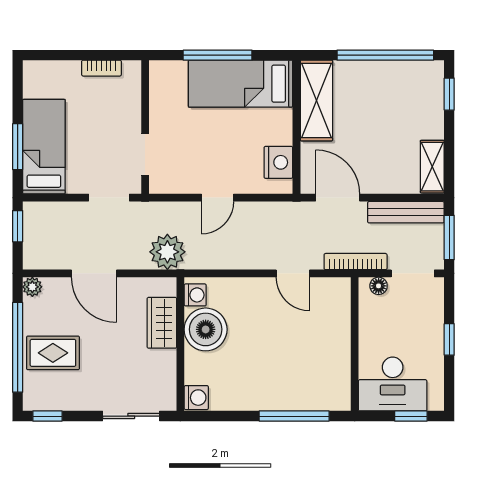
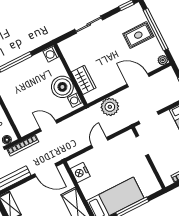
washing machine: (195, 295) -> (75, 100), moved
wardrobe: (162, 323) -> (84, 80), moved
boiler: (206, 329) -> (62, 87), moved
wall: (180, 344) -> (70, 75), moved
washing machine: (196, 398) -> (51, 54), moved

